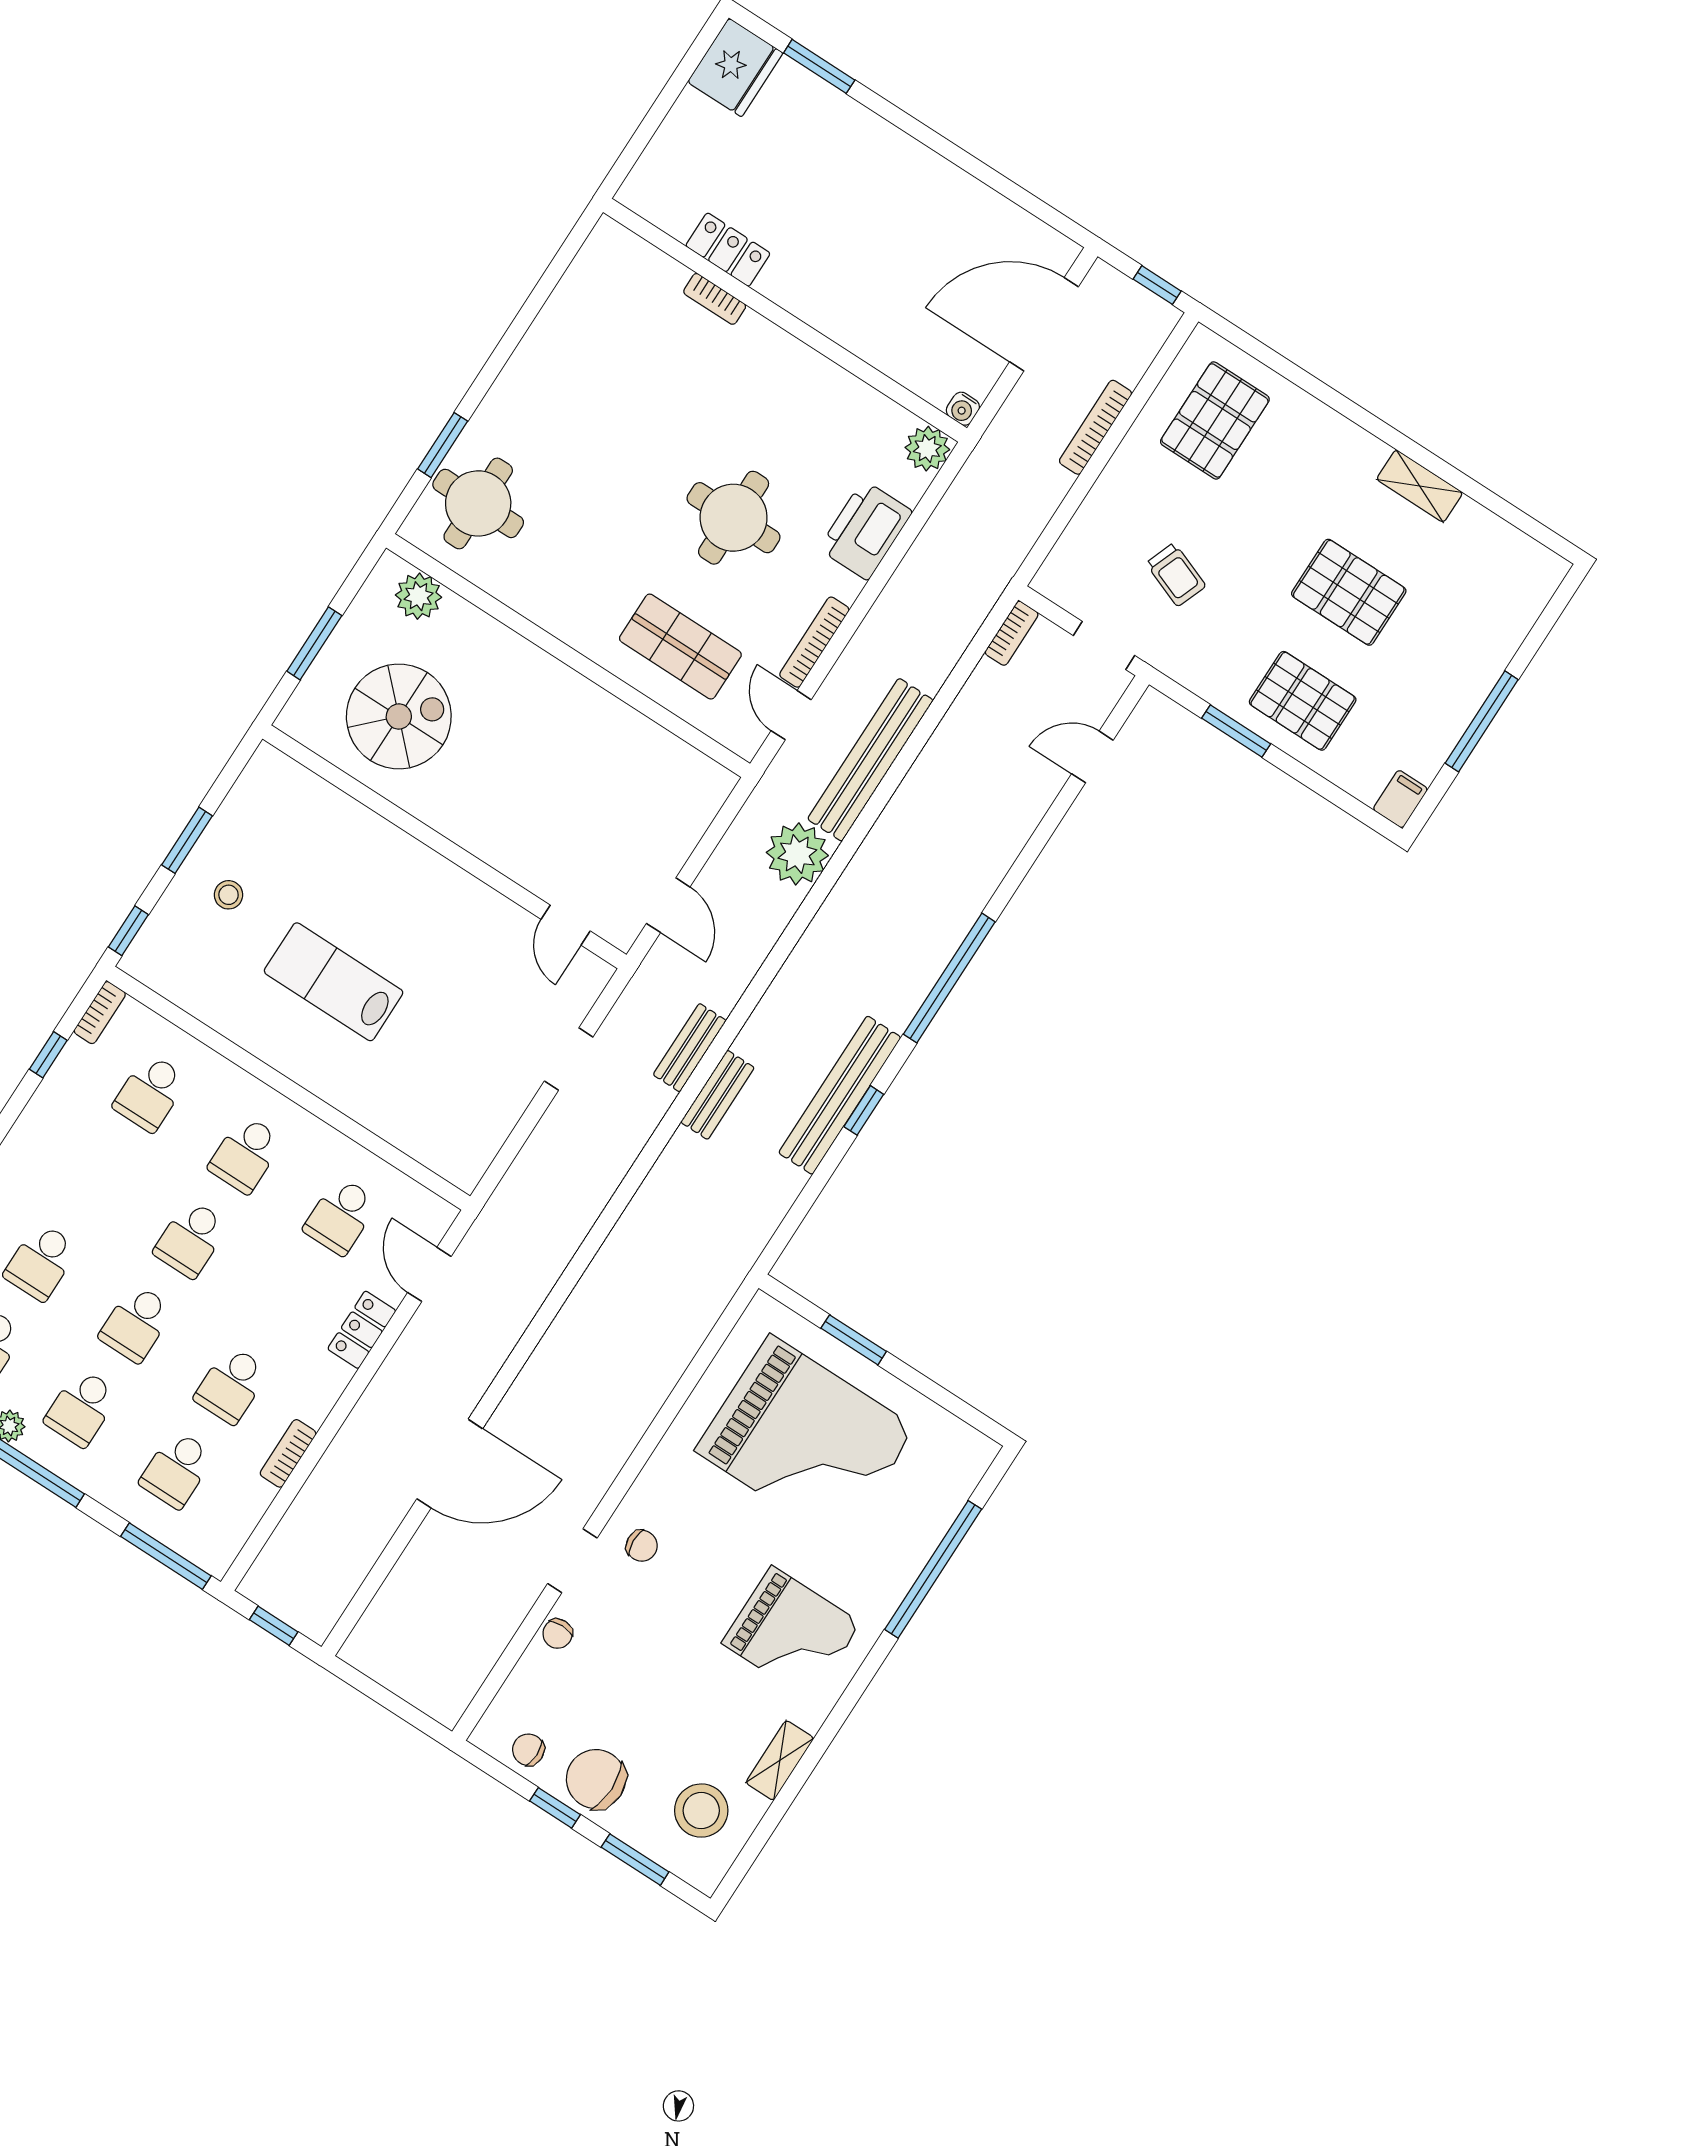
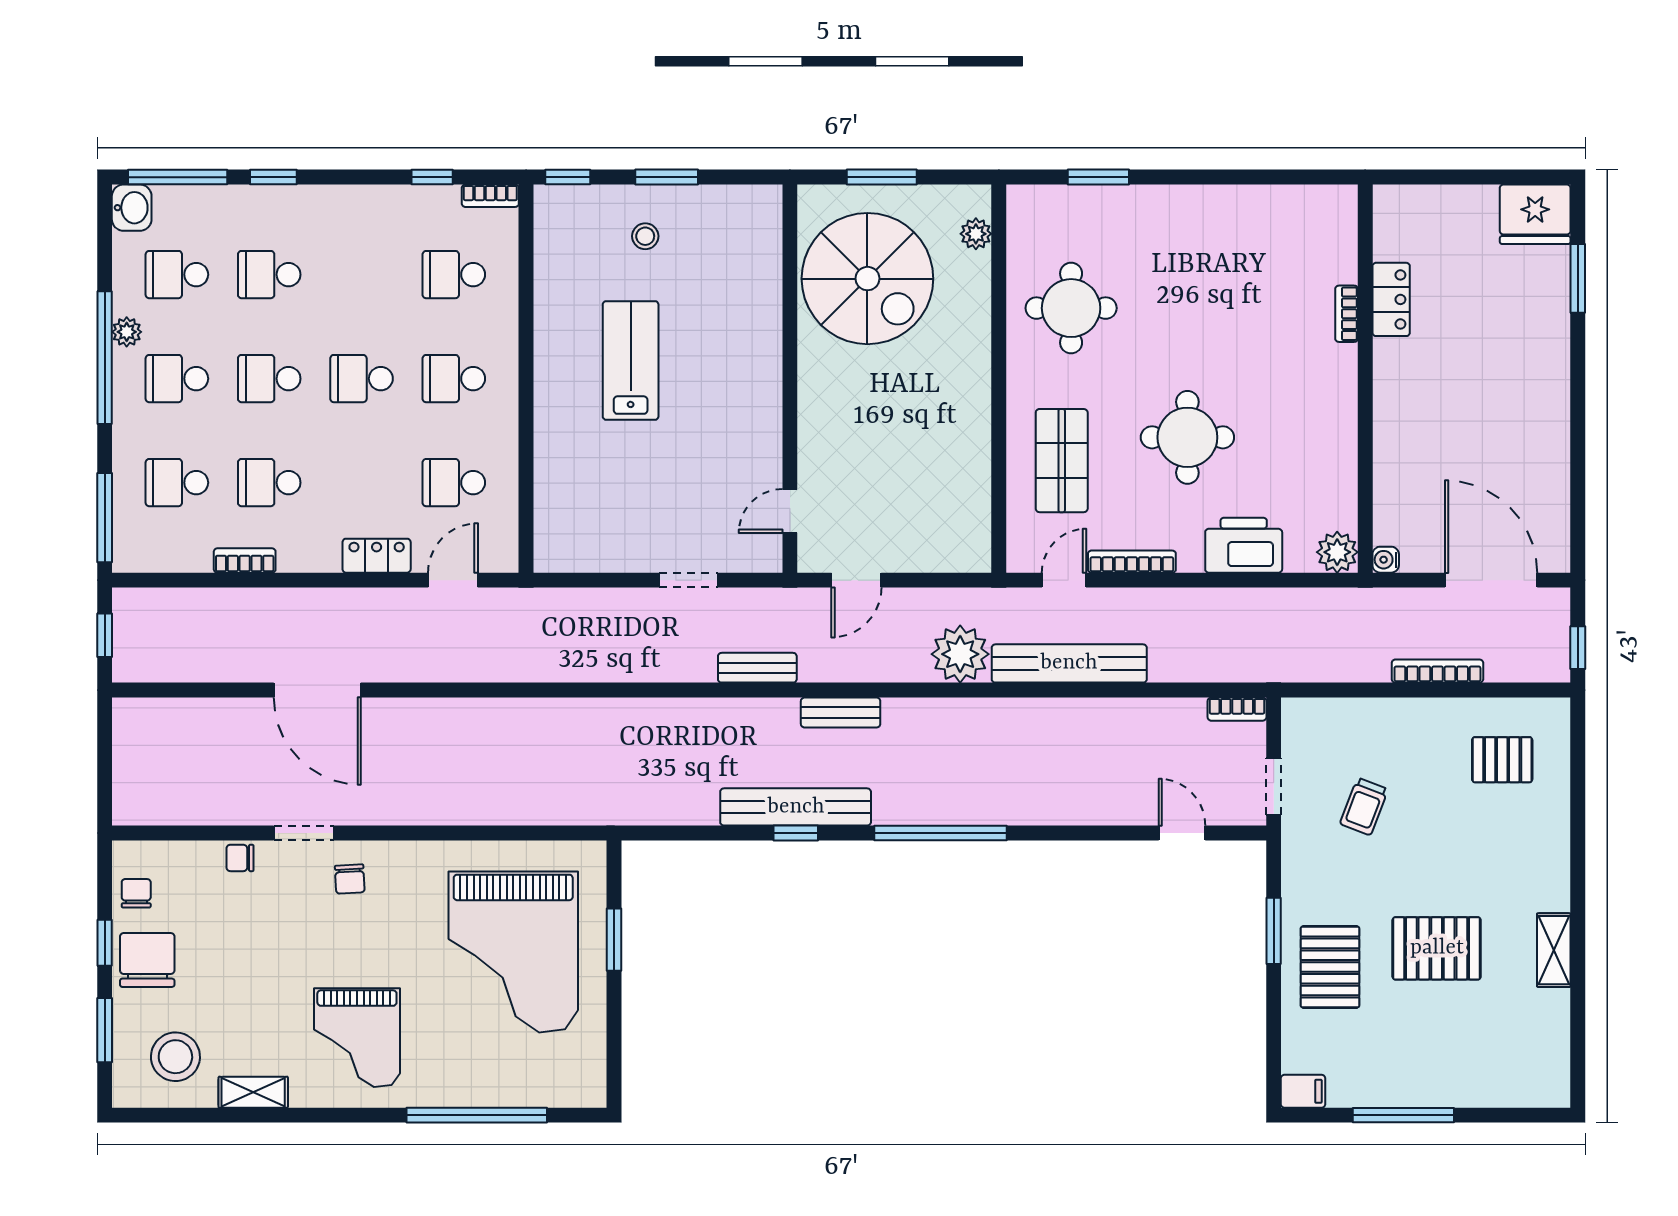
pallet: (1215, 420) -> (1502, 760), width x0.67, depth x0.71
round table: (478, 503) -> (1071, 308), moved
pallet: (1349, 592) -> (1437, 948), turned 90
plant: (419, 596) -> (976, 234), width x0.73, depth x0.73
spiral stairs: (399, 716) -> (867, 279), width x1.37, depth x1.37
bench: (717, 1095) -> (841, 713), moved

